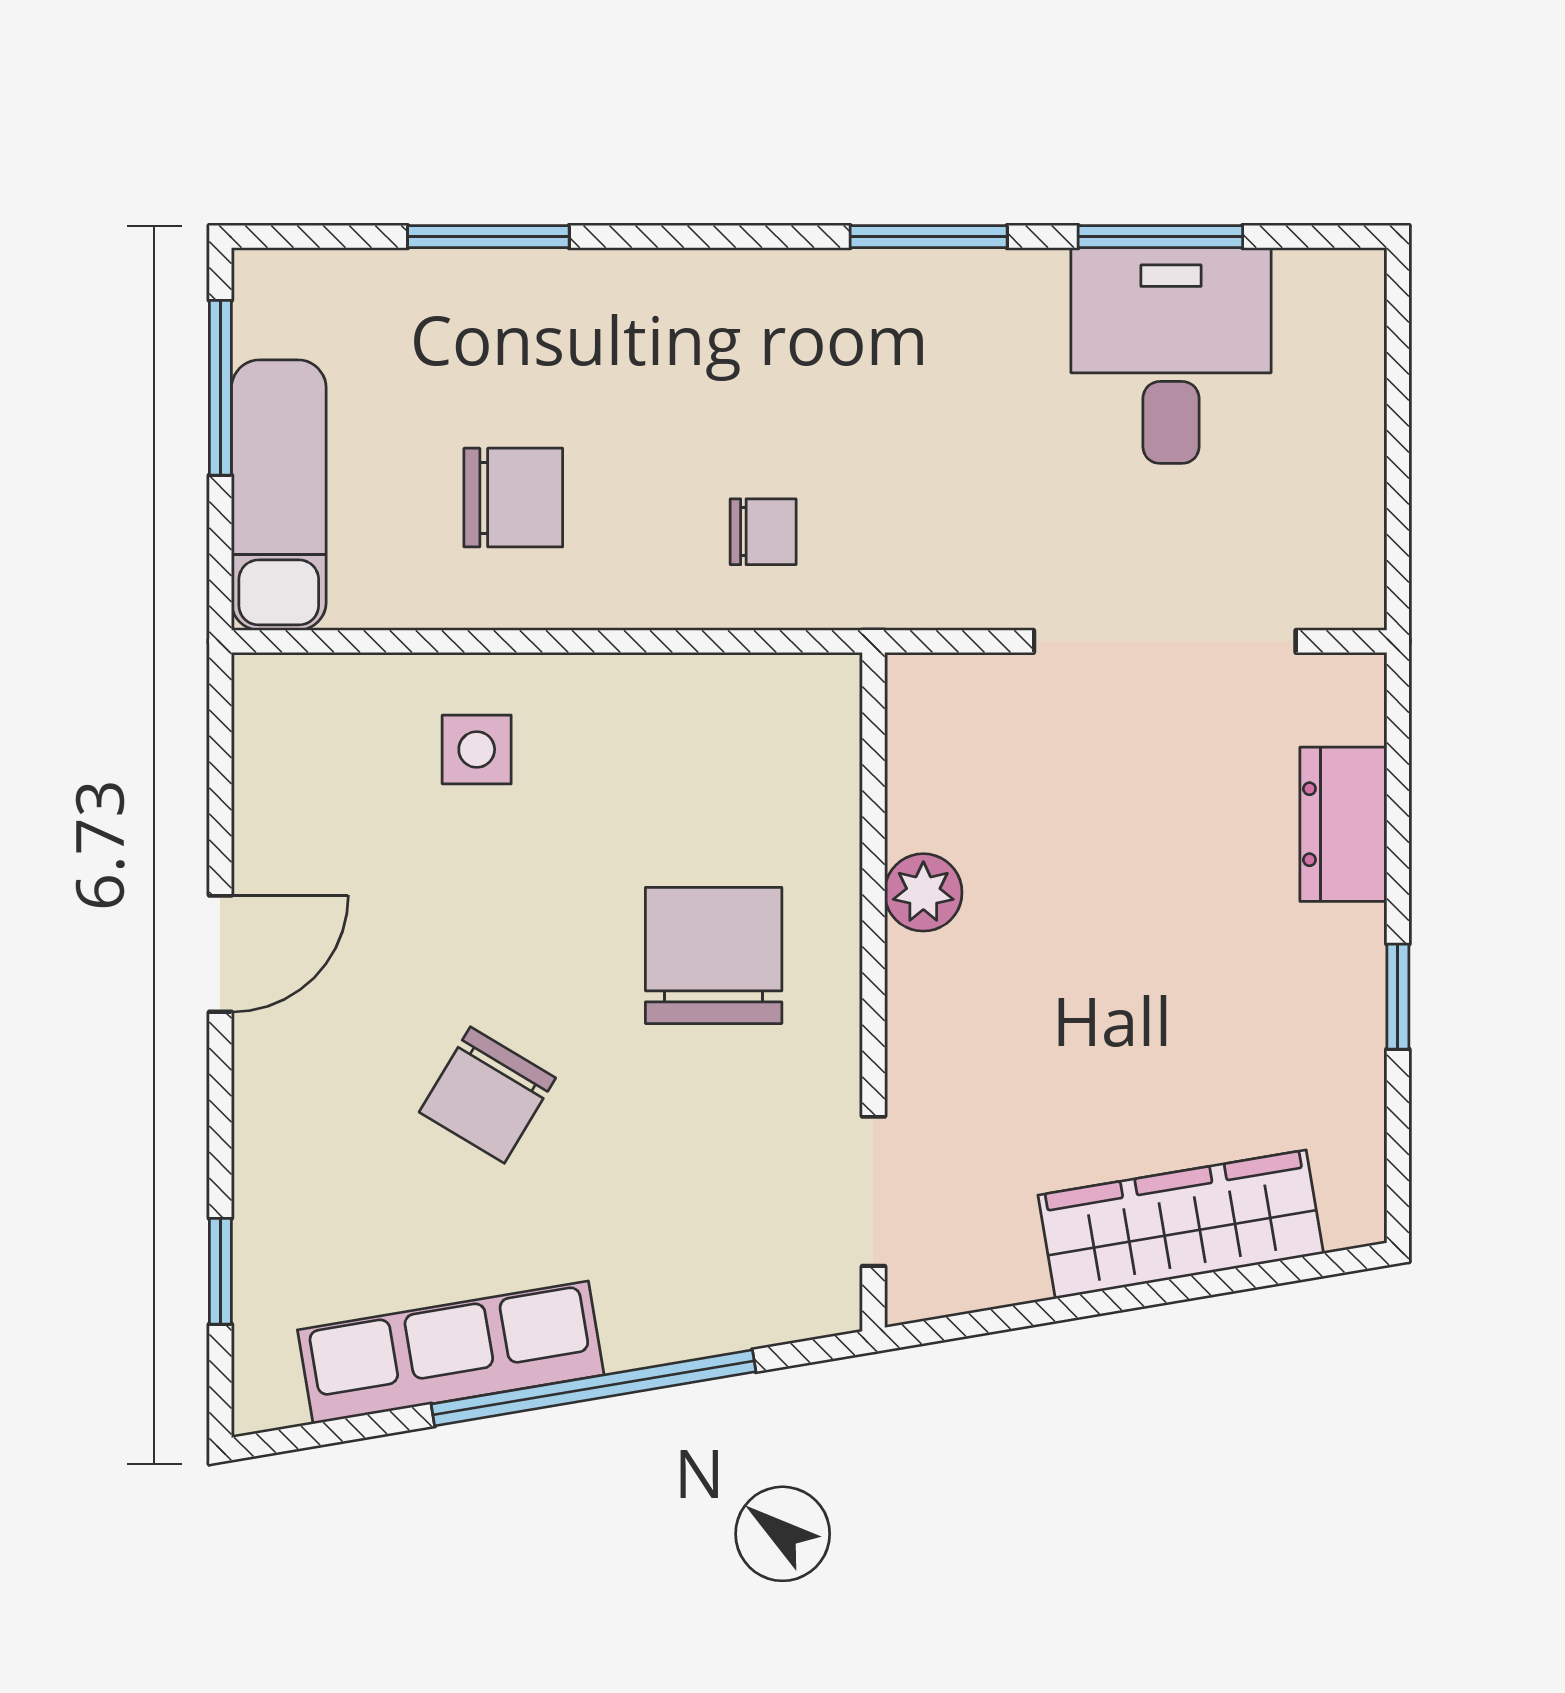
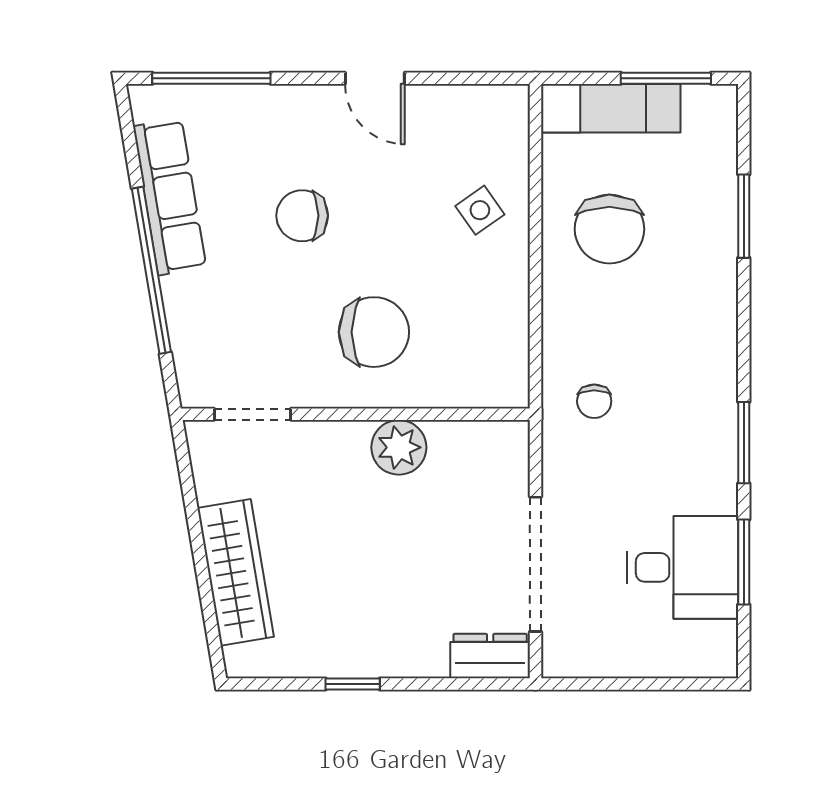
chair: (513, 498) -> (609, 229), width x1.37, depth x1.37
chair: (763, 532) -> (594, 401), moved
side table: (477, 749) -> (480, 210), turned -35
dresser: (1343, 824) -> (490, 656), moved
plant: (923, 892) -> (399, 447), width x1.38, depth x1.38
chair: (487, 1095) -> (302, 216), turned -31
window: (220, 1271) -> (211, 78), width x2.17

